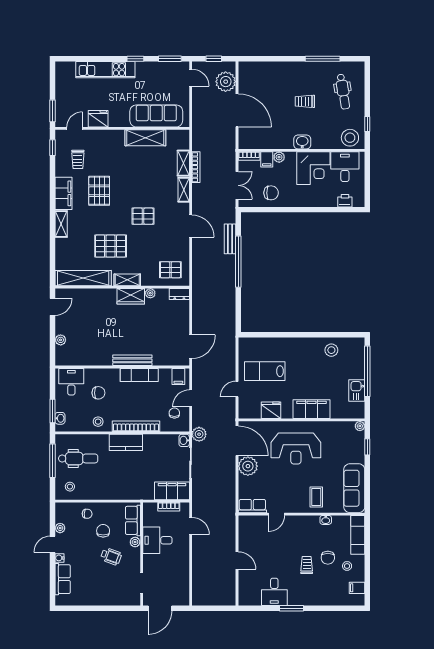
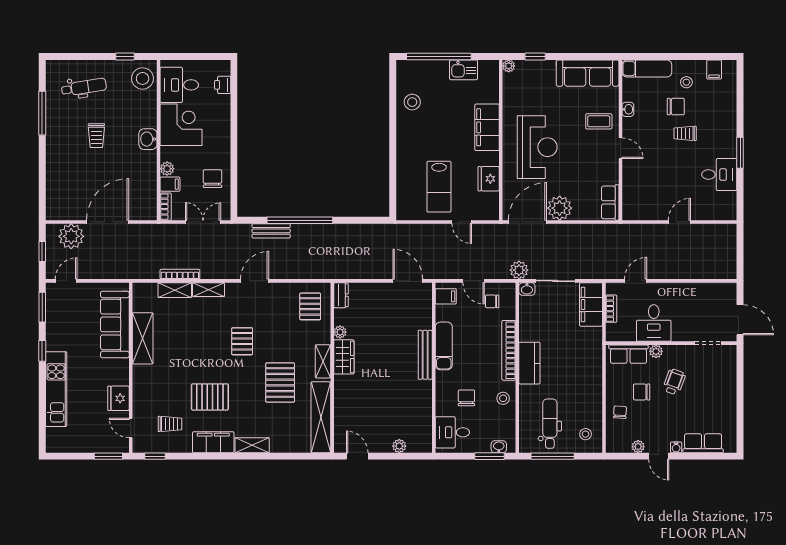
door: (276, 514) -> (620, 148), moved

